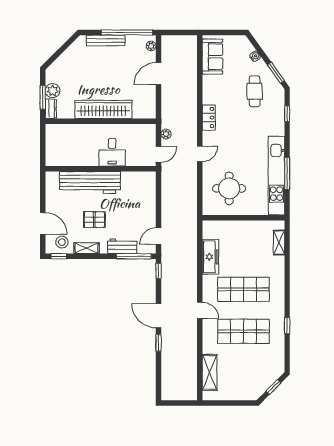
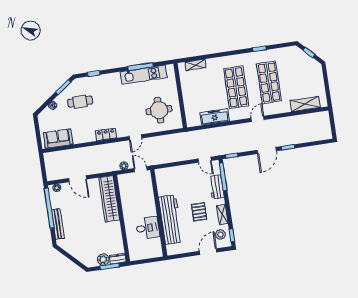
wardrobe: (103, 109) -> (109, 199), moved
desk: (112, 152) -> (148, 228), moved
door: (200, 154) -> (135, 137), swing flipped
kitchen unit: (276, 176) -> (143, 75), width x0.73

